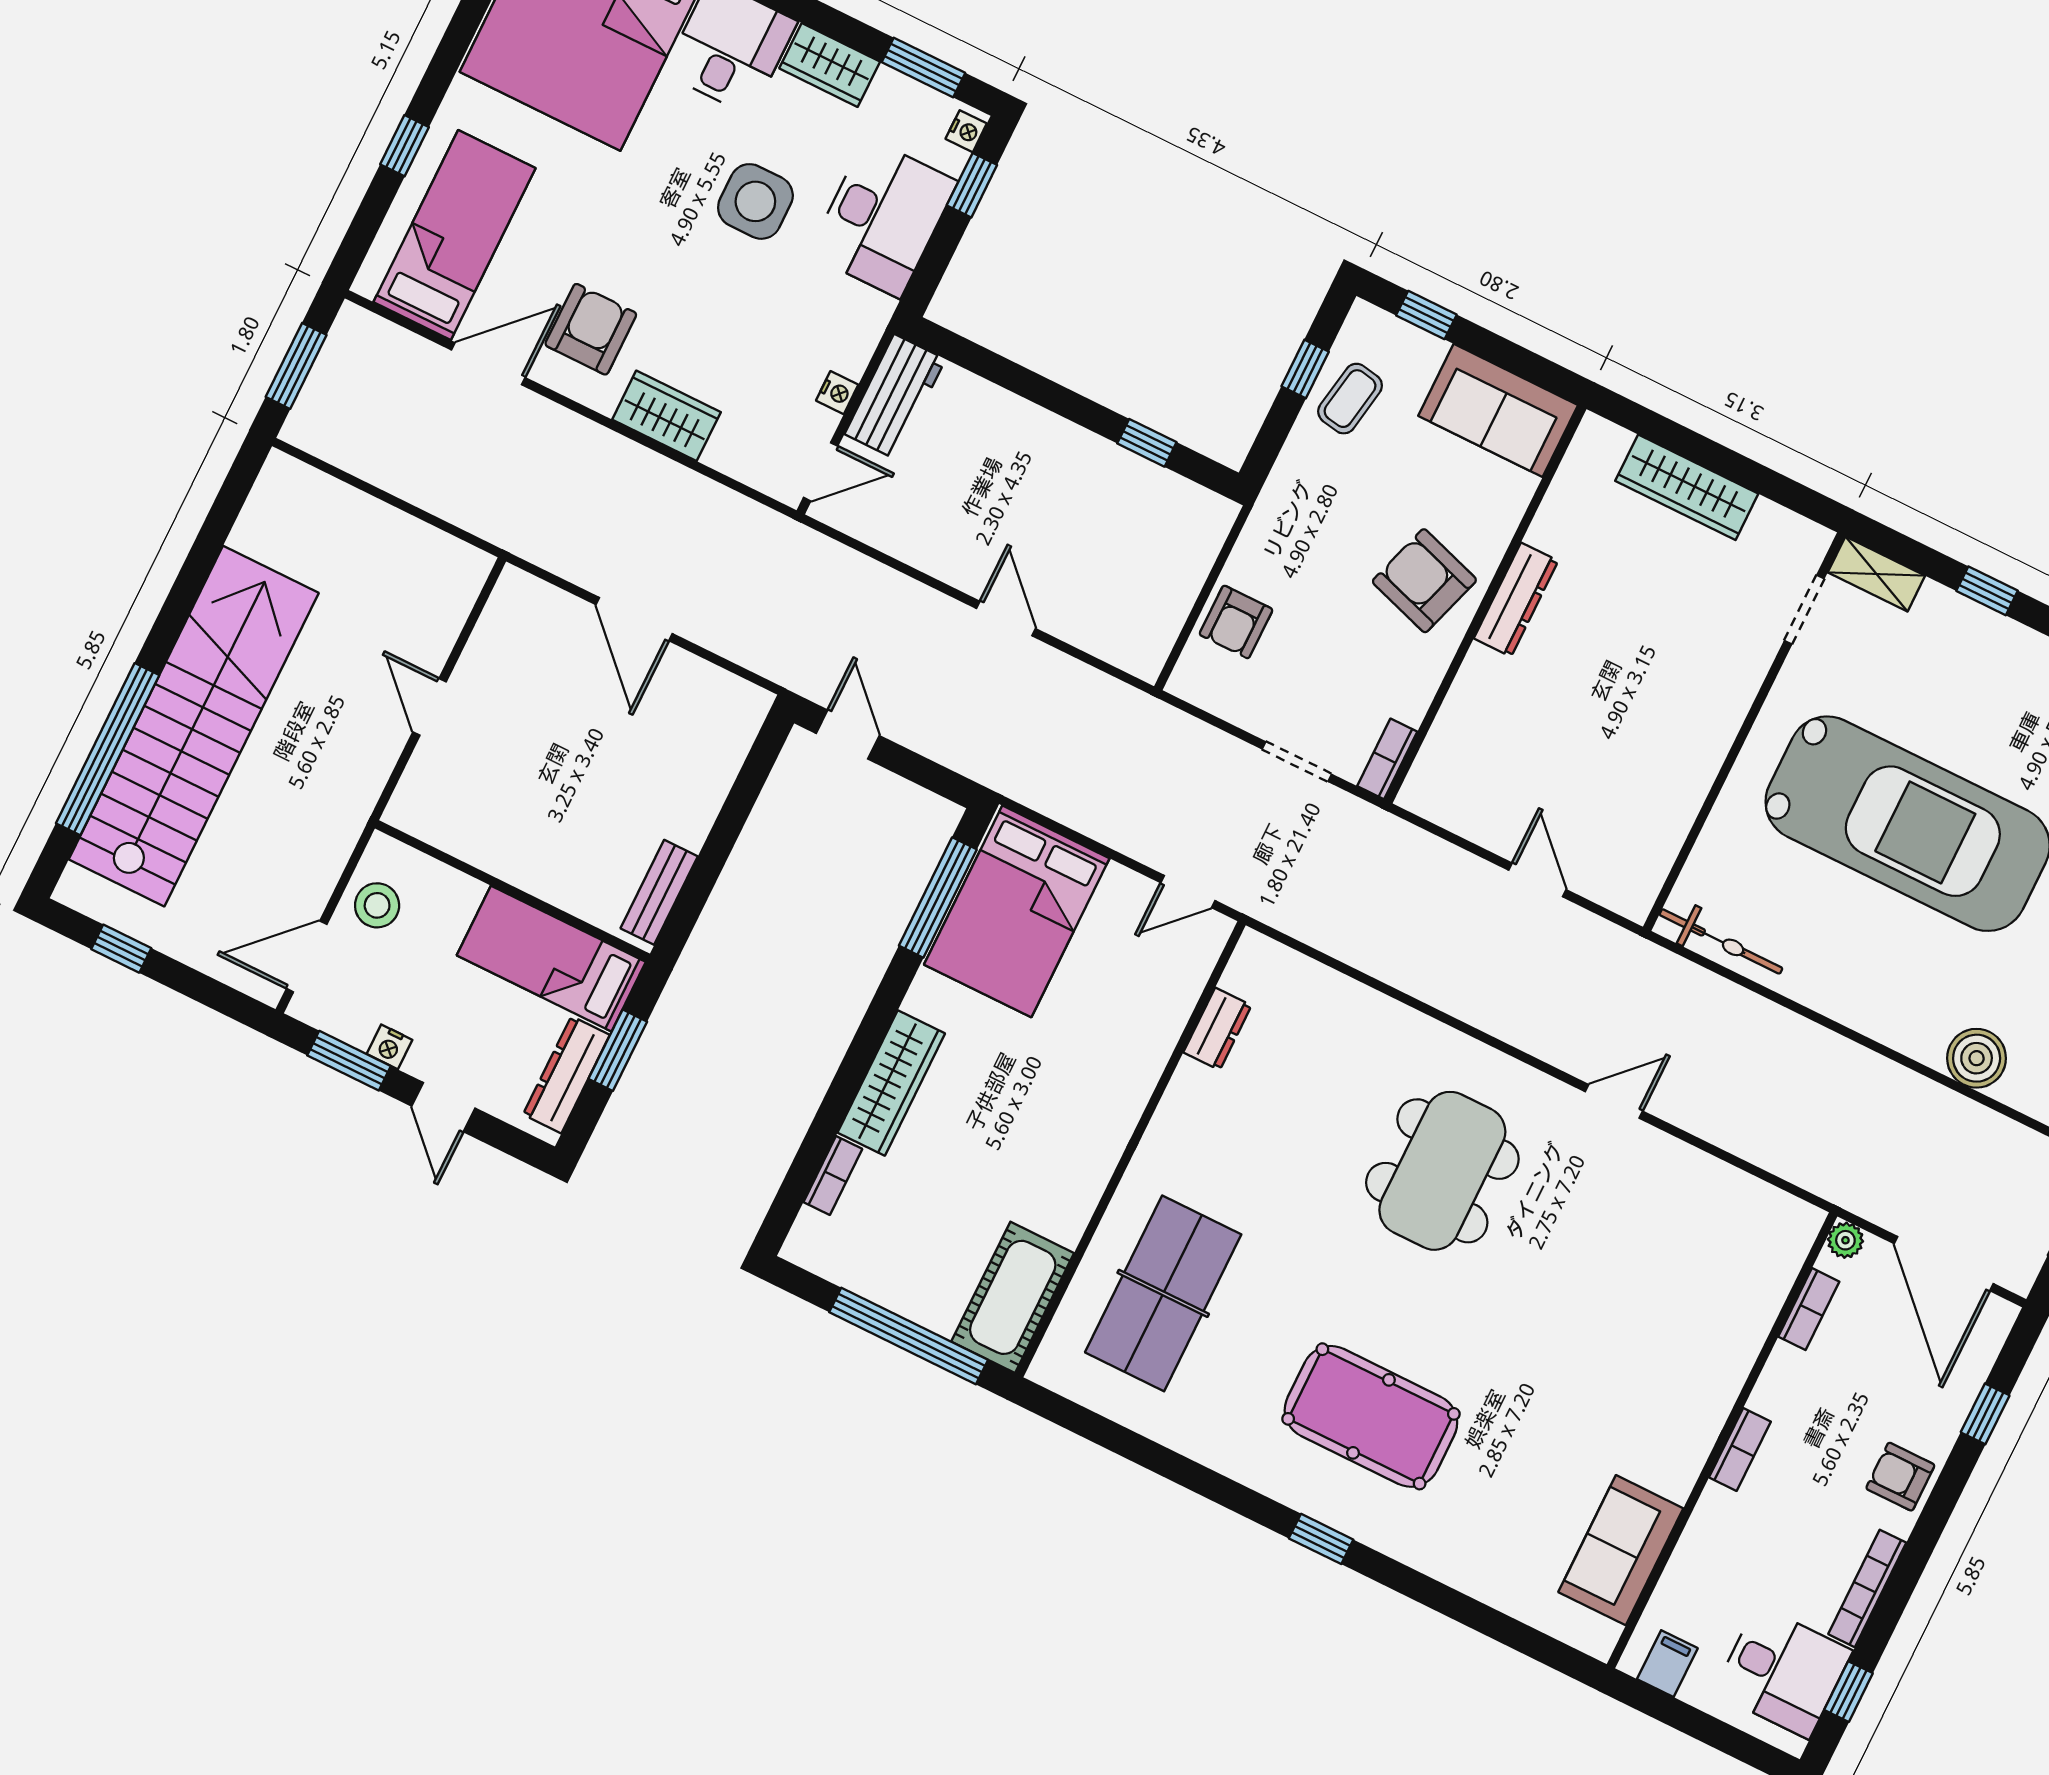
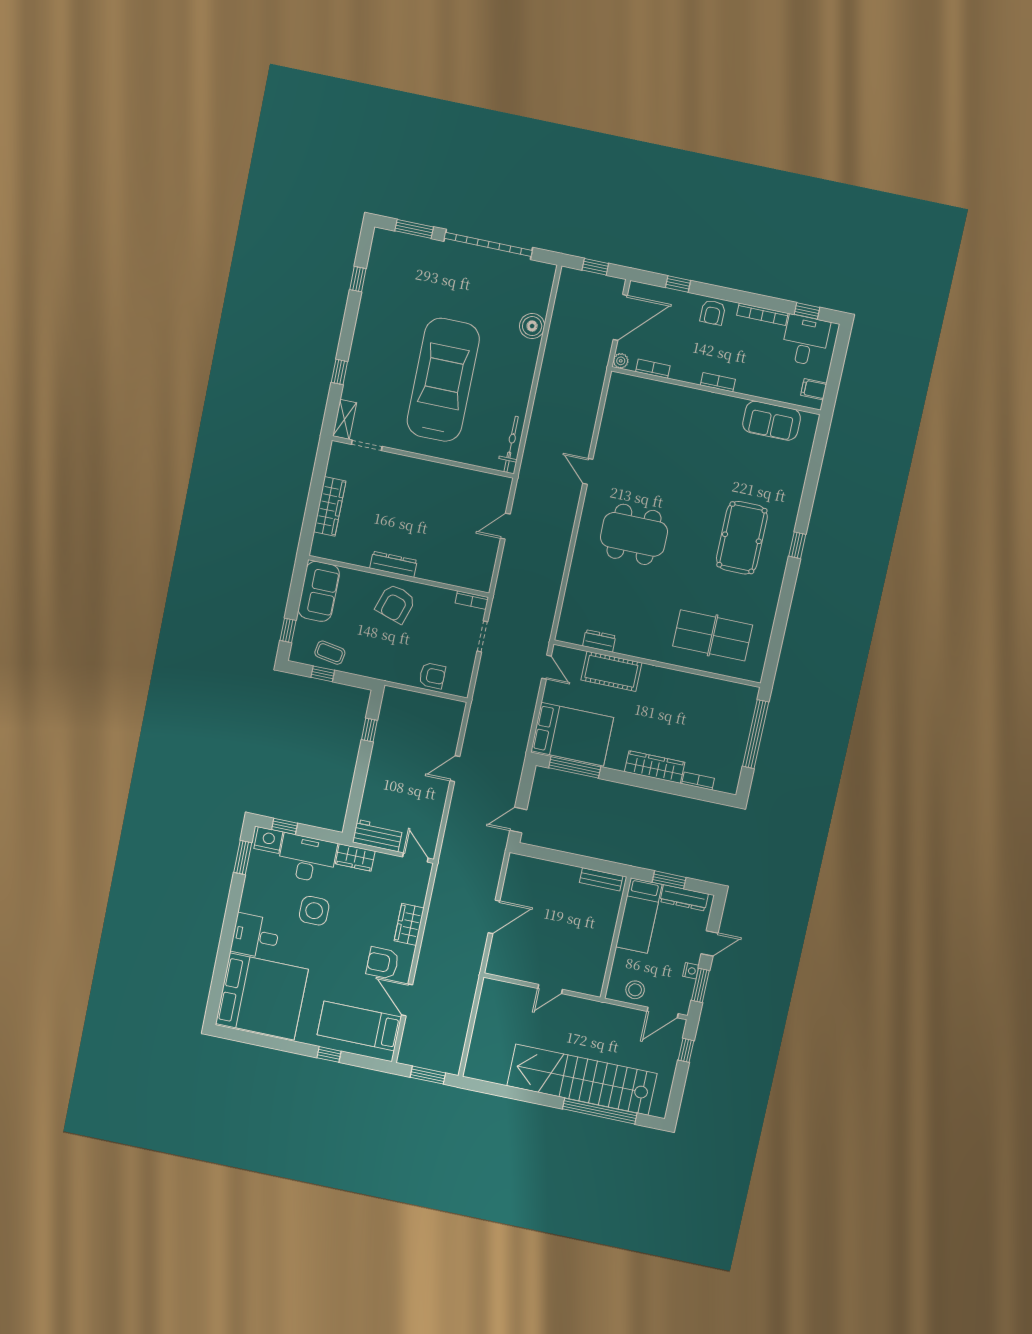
wardrobe: (830, 65) -> (355, 857), moved, turned 90
nightstand: (966, 131) -> (268, 840), width x1.89, depth x1.79
nightstand: (837, 393) -> (382, 859), removed
window: (121, 949) -> (686, 1050), moved
door: (307, 956) -> (663, 1012), hinge flipped
cot: (1013, 1297) -> (611, 671), moved

